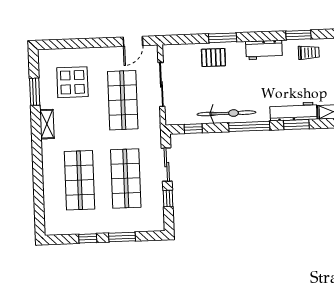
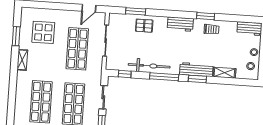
window: (223, 38) -> (136, 11), moved

